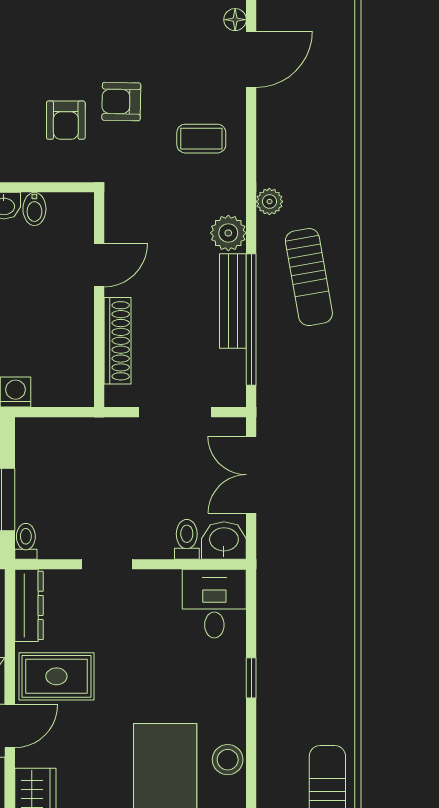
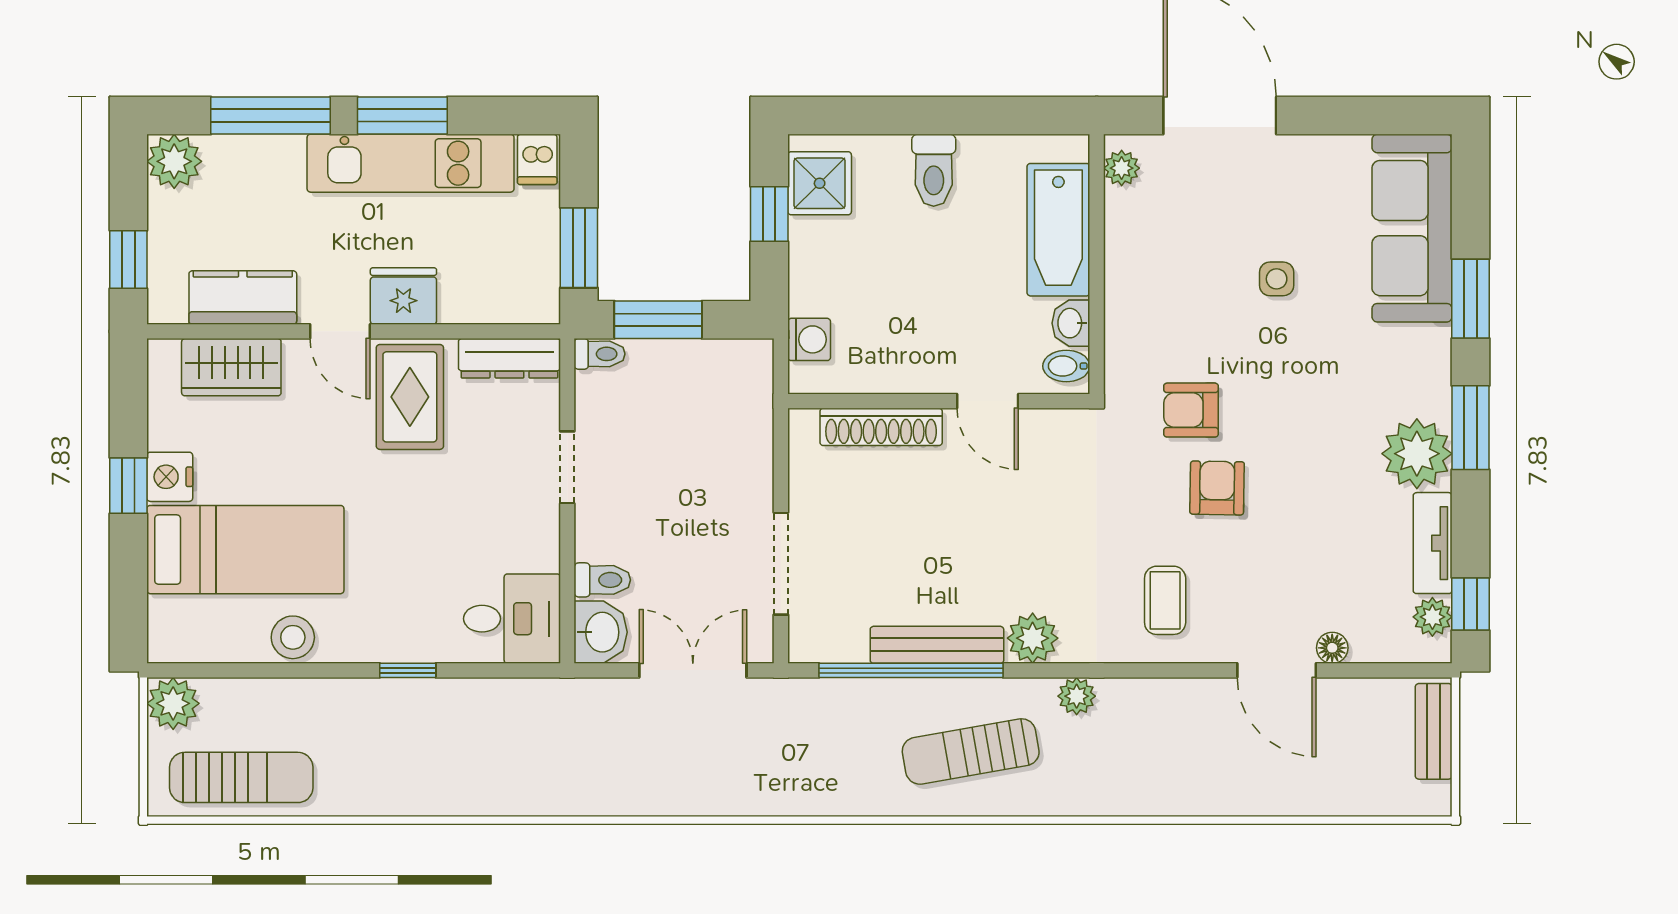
door: (99, 265) -> (988, 401), moved
wall: (99, 300) -> (939, 401), moved
shoe rack: (117, 341) -> (881, 427), moved

